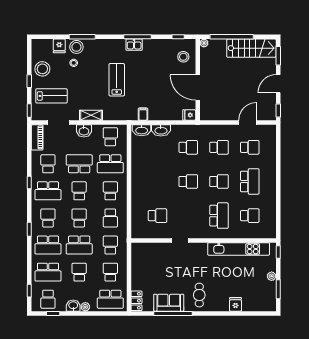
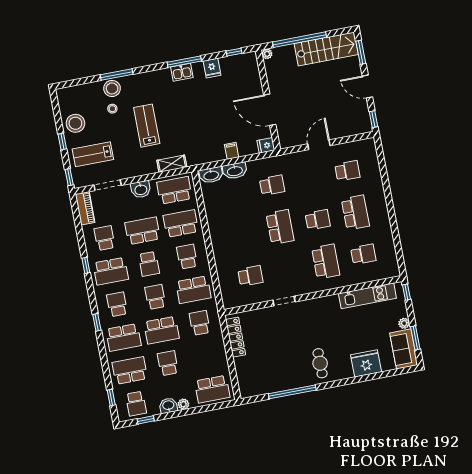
fridge: (59, 46) -> (212, 68), moved
stool: (183, 57) -> (245, 76), removed
lab bench: (117, 80) -> (147, 126), moved
door: (278, 84) -> (367, 86), hinge flipped
lab bench: (51, 96) -> (93, 154), turned 180
filing cabinet: (143, 114) -> (232, 151), moved
shelving: (91, 115) -> (172, 164), moved
door: (248, 122) -> (319, 145), moved
school desk: (110, 137) -> (174, 190), width x1.85
school desk: (219, 147) -> (310, 178), removed
school desk: (110, 164) -> (181, 223), turned 180
school desk: (188, 181) -> (280, 227), width x1.85
school desk: (79, 191) -> (149, 264), turned 180
school desk: (110, 218) -> (193, 290), width x1.85
kitchen unit: (239, 249) -> (367, 296), width x0.73
school desk: (48, 272) -> (130, 371), turned 180
school desk: (110, 272) -> (206, 356), removed
locker: (136, 301) -> (236, 337), moved, width x1.53
sofa: (169, 303) -> (404, 349), moved, turned -90
fridge: (235, 304) -> (366, 363), width x1.88, depth x1.34

